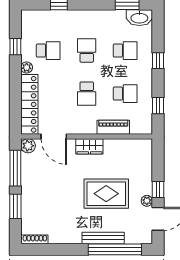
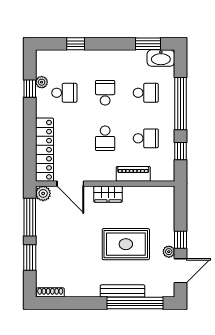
window: (158, 61) -> (181, 104), width x3.17
plant: (27, 68) -> (42, 82), moved

